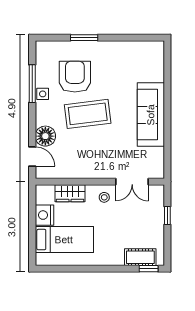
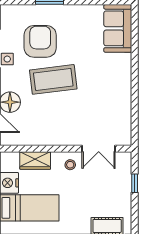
sofa: (151, 115) -> (118, 28), moved, width x0.73

